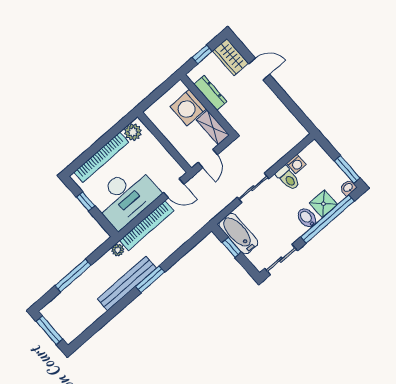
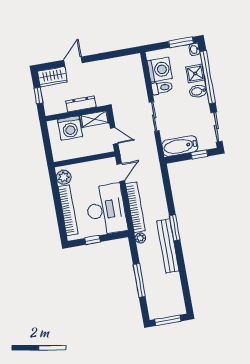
dresser: (210, 93) -> (81, 104), moved
washing machine: (296, 164) -> (160, 70), width x1.89, depth x1.89
window: (232, 247) -> (199, 154), moved

